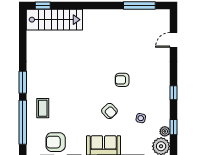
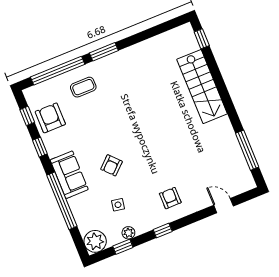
stairs: (54, 20) -> (202, 87), moved
armchair: (122, 80) -> (170, 198), moved
plant: (165, 131) -> (128, 233), moved

